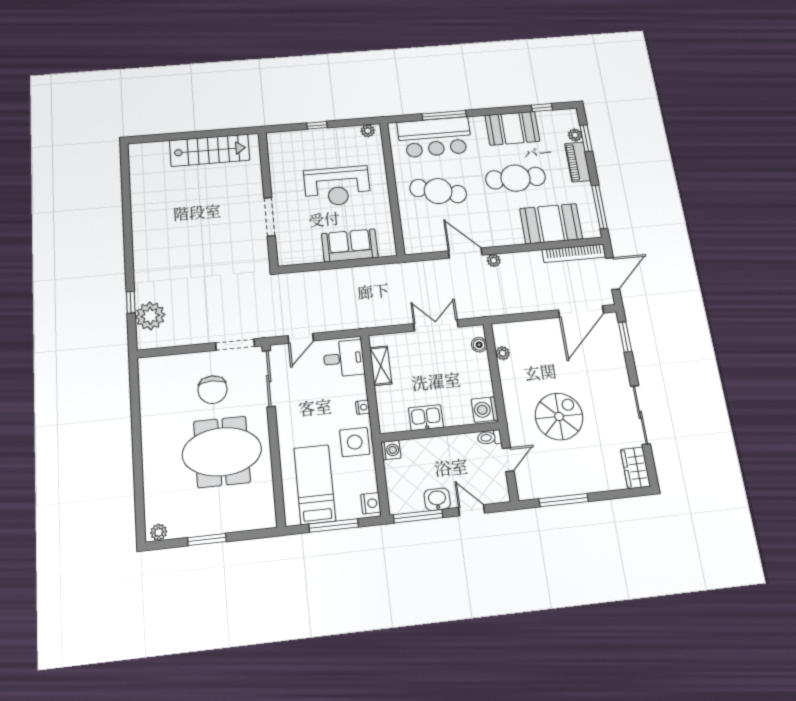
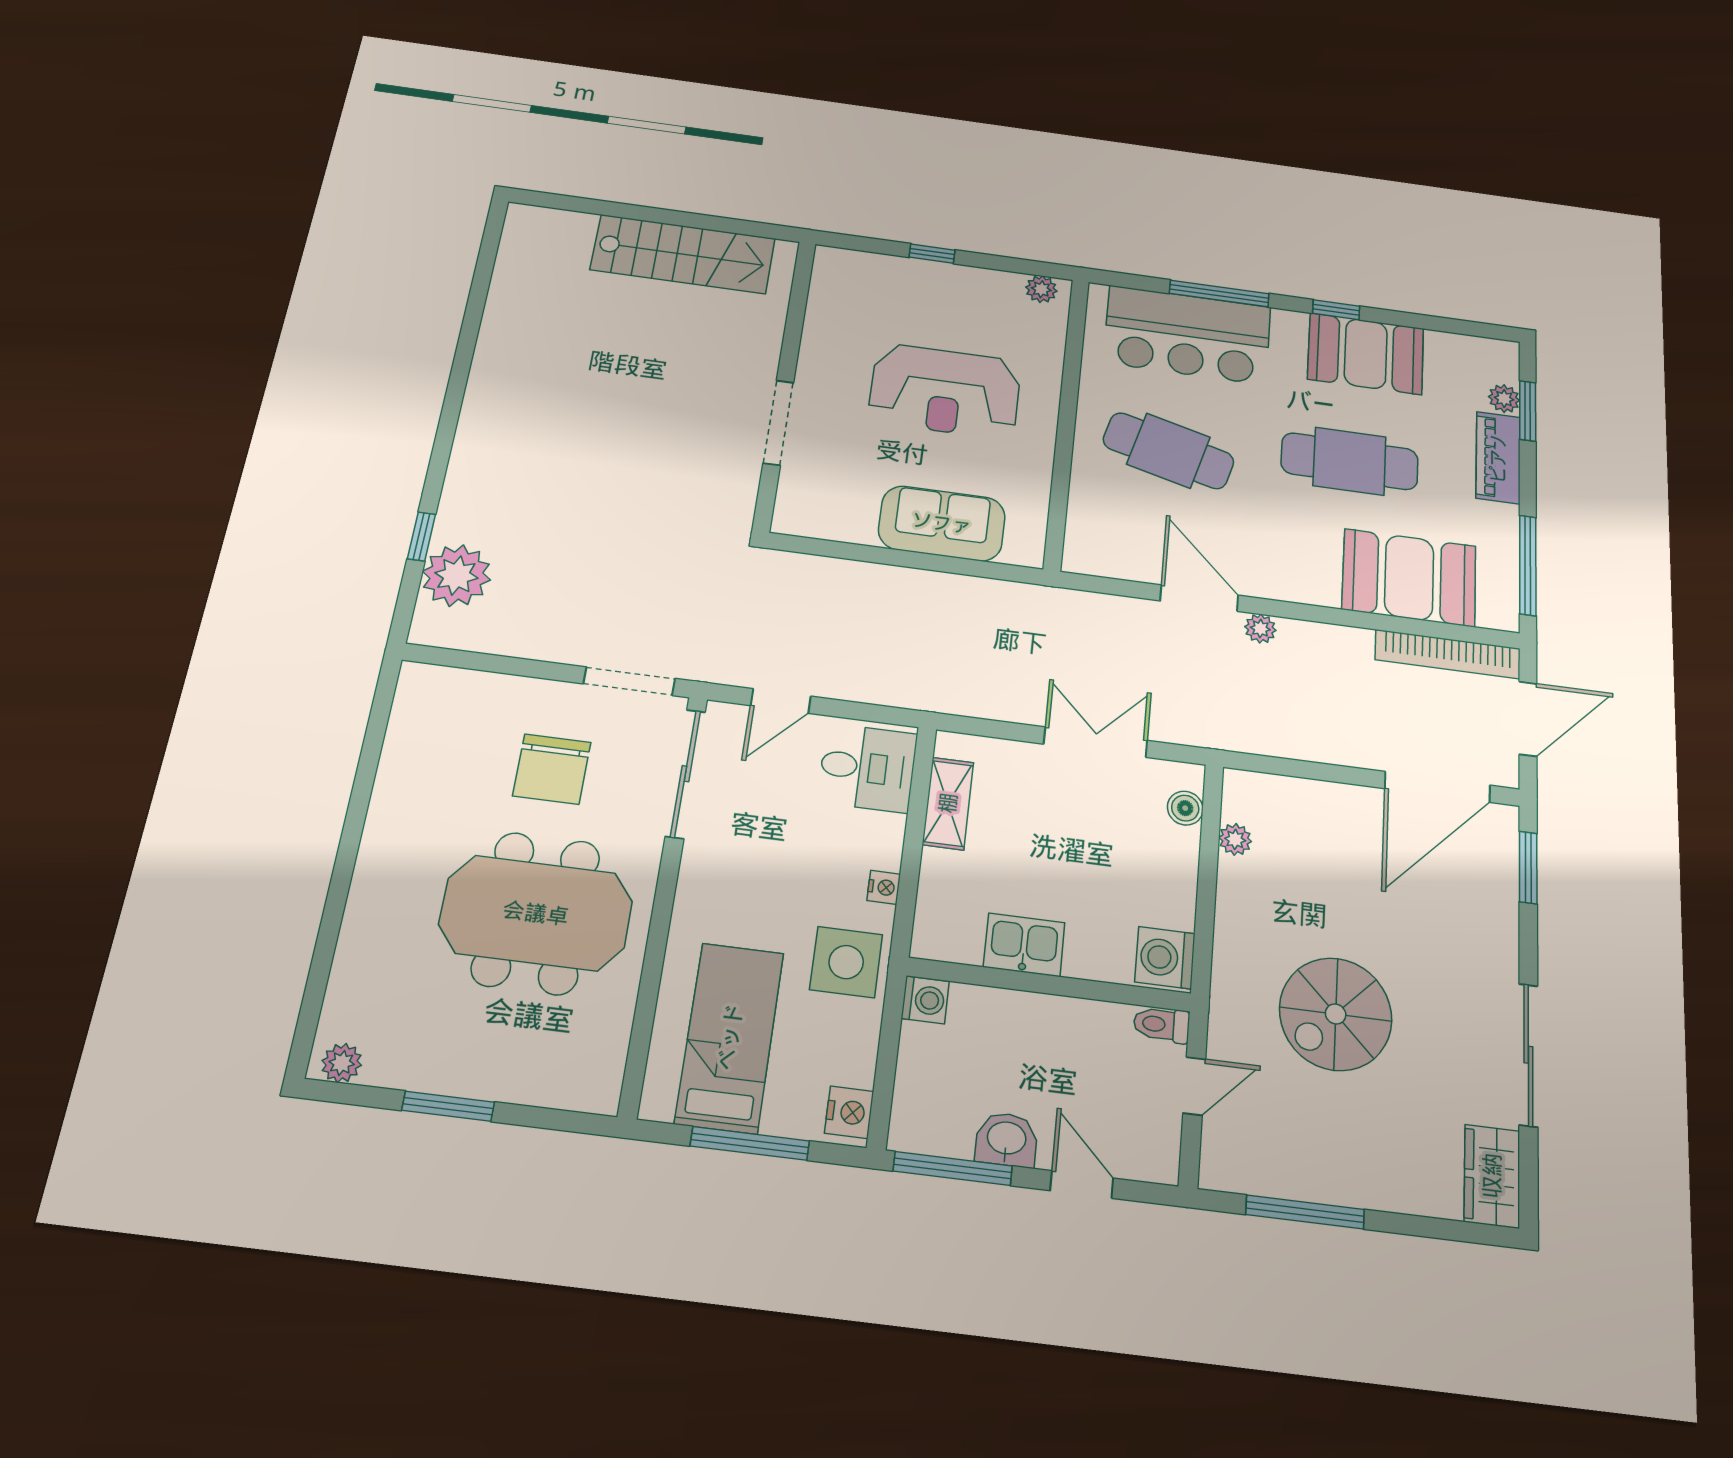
window: (542, 108) -> (1336, 310), moved
spiral stairs: (559, 416) -> (1336, 1014), turned 180

